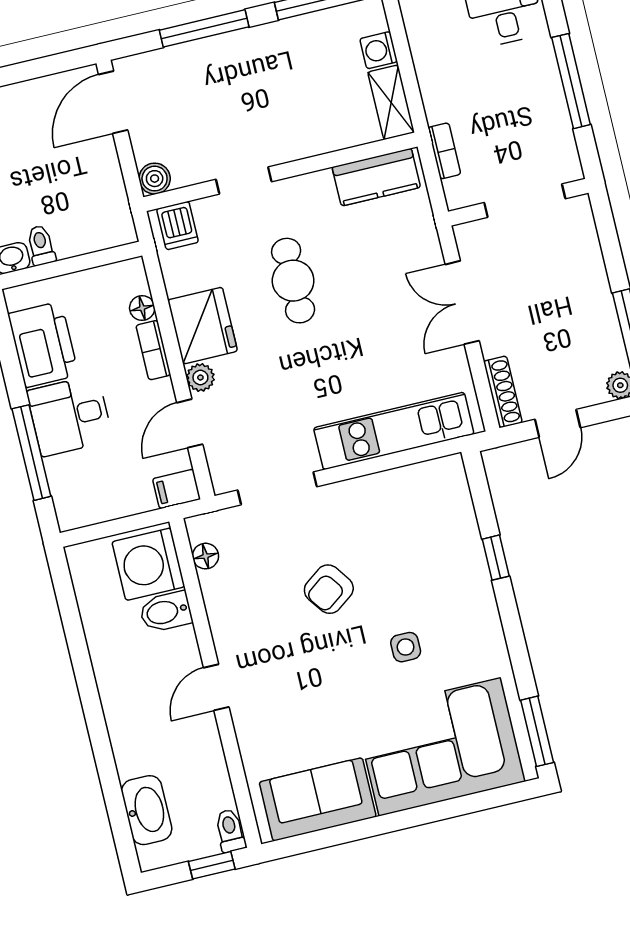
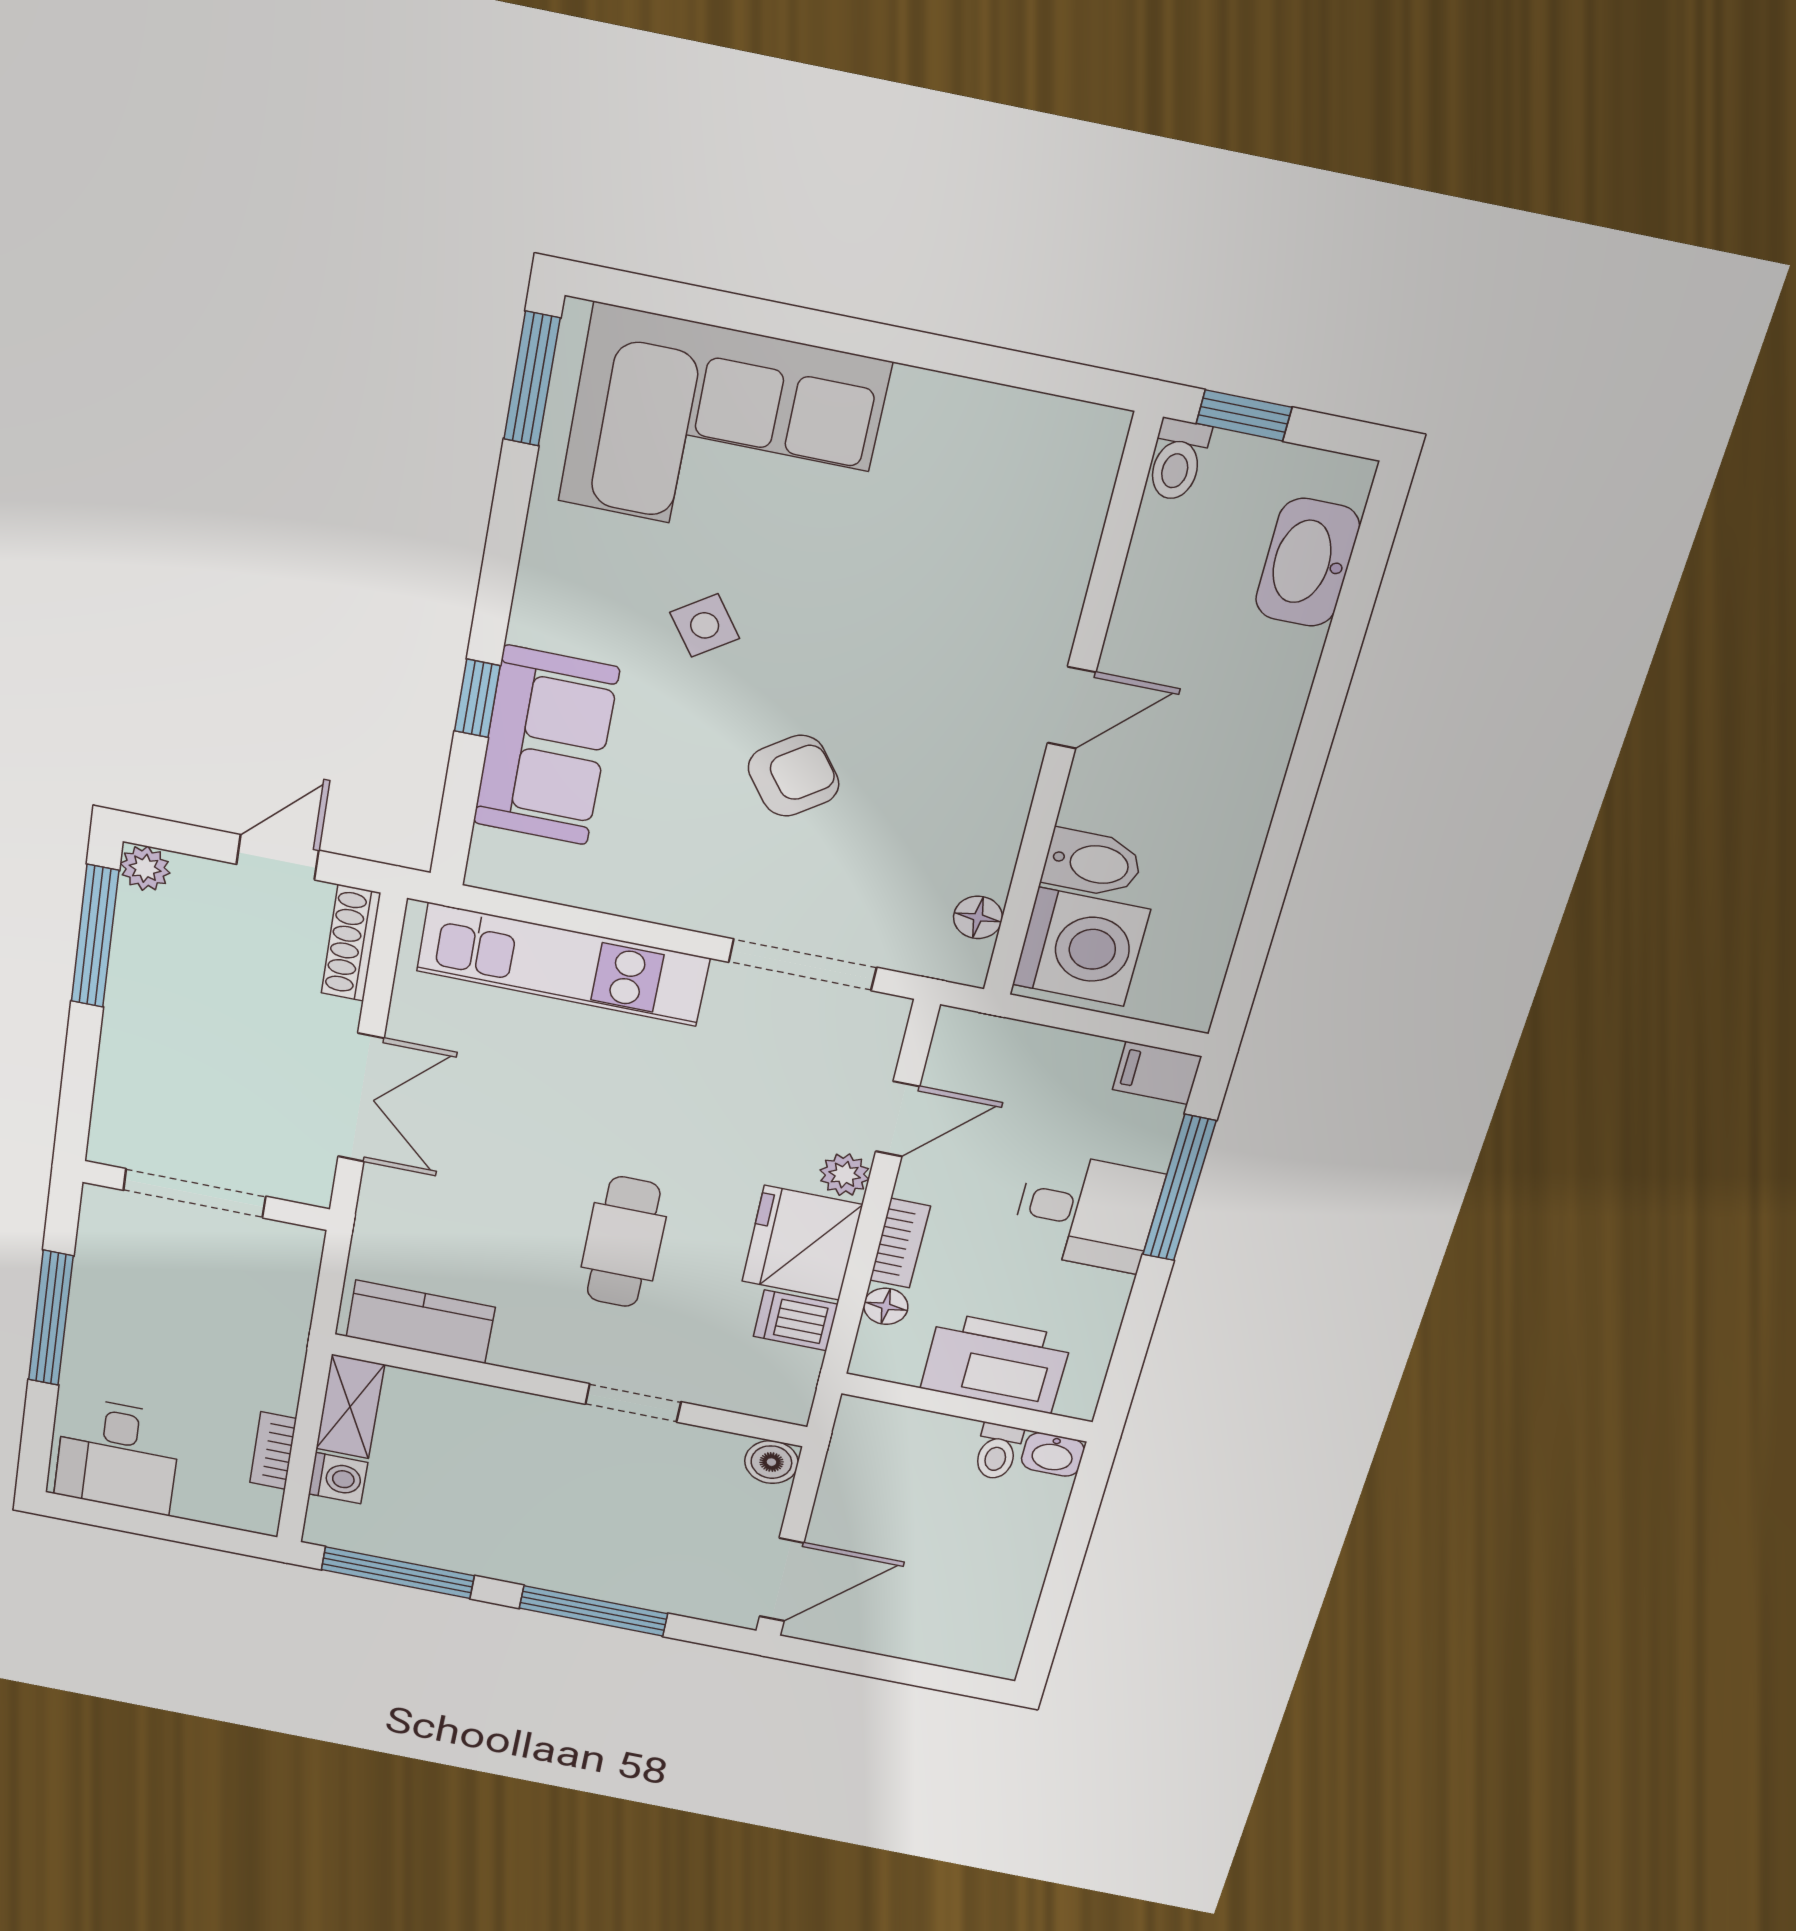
bookcase: (444, 151) -> (273, 1451), moved
dishwasher: (178, 226) -> (796, 1320), moved, turned -90
printer: (43, 344) -> (996, 1363), moved, turned 90
filing cabinet: (176, 489) -> (1157, 1073), moved, turned 180
side table: (406, 647) -> (705, 625), turned -35
sofa: (318, 799) -> (546, 746), moved, turned -90

